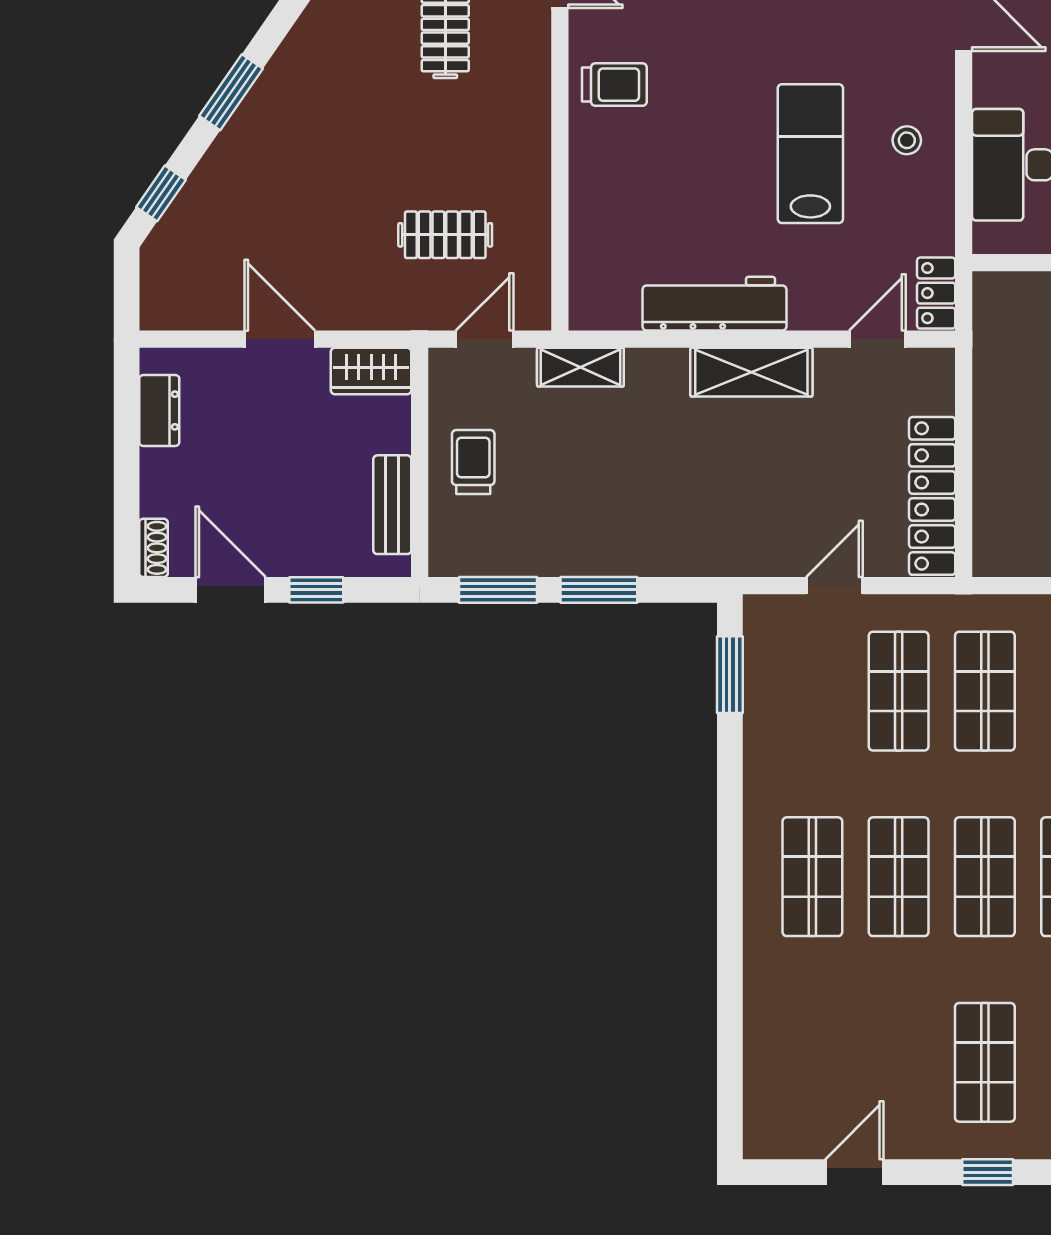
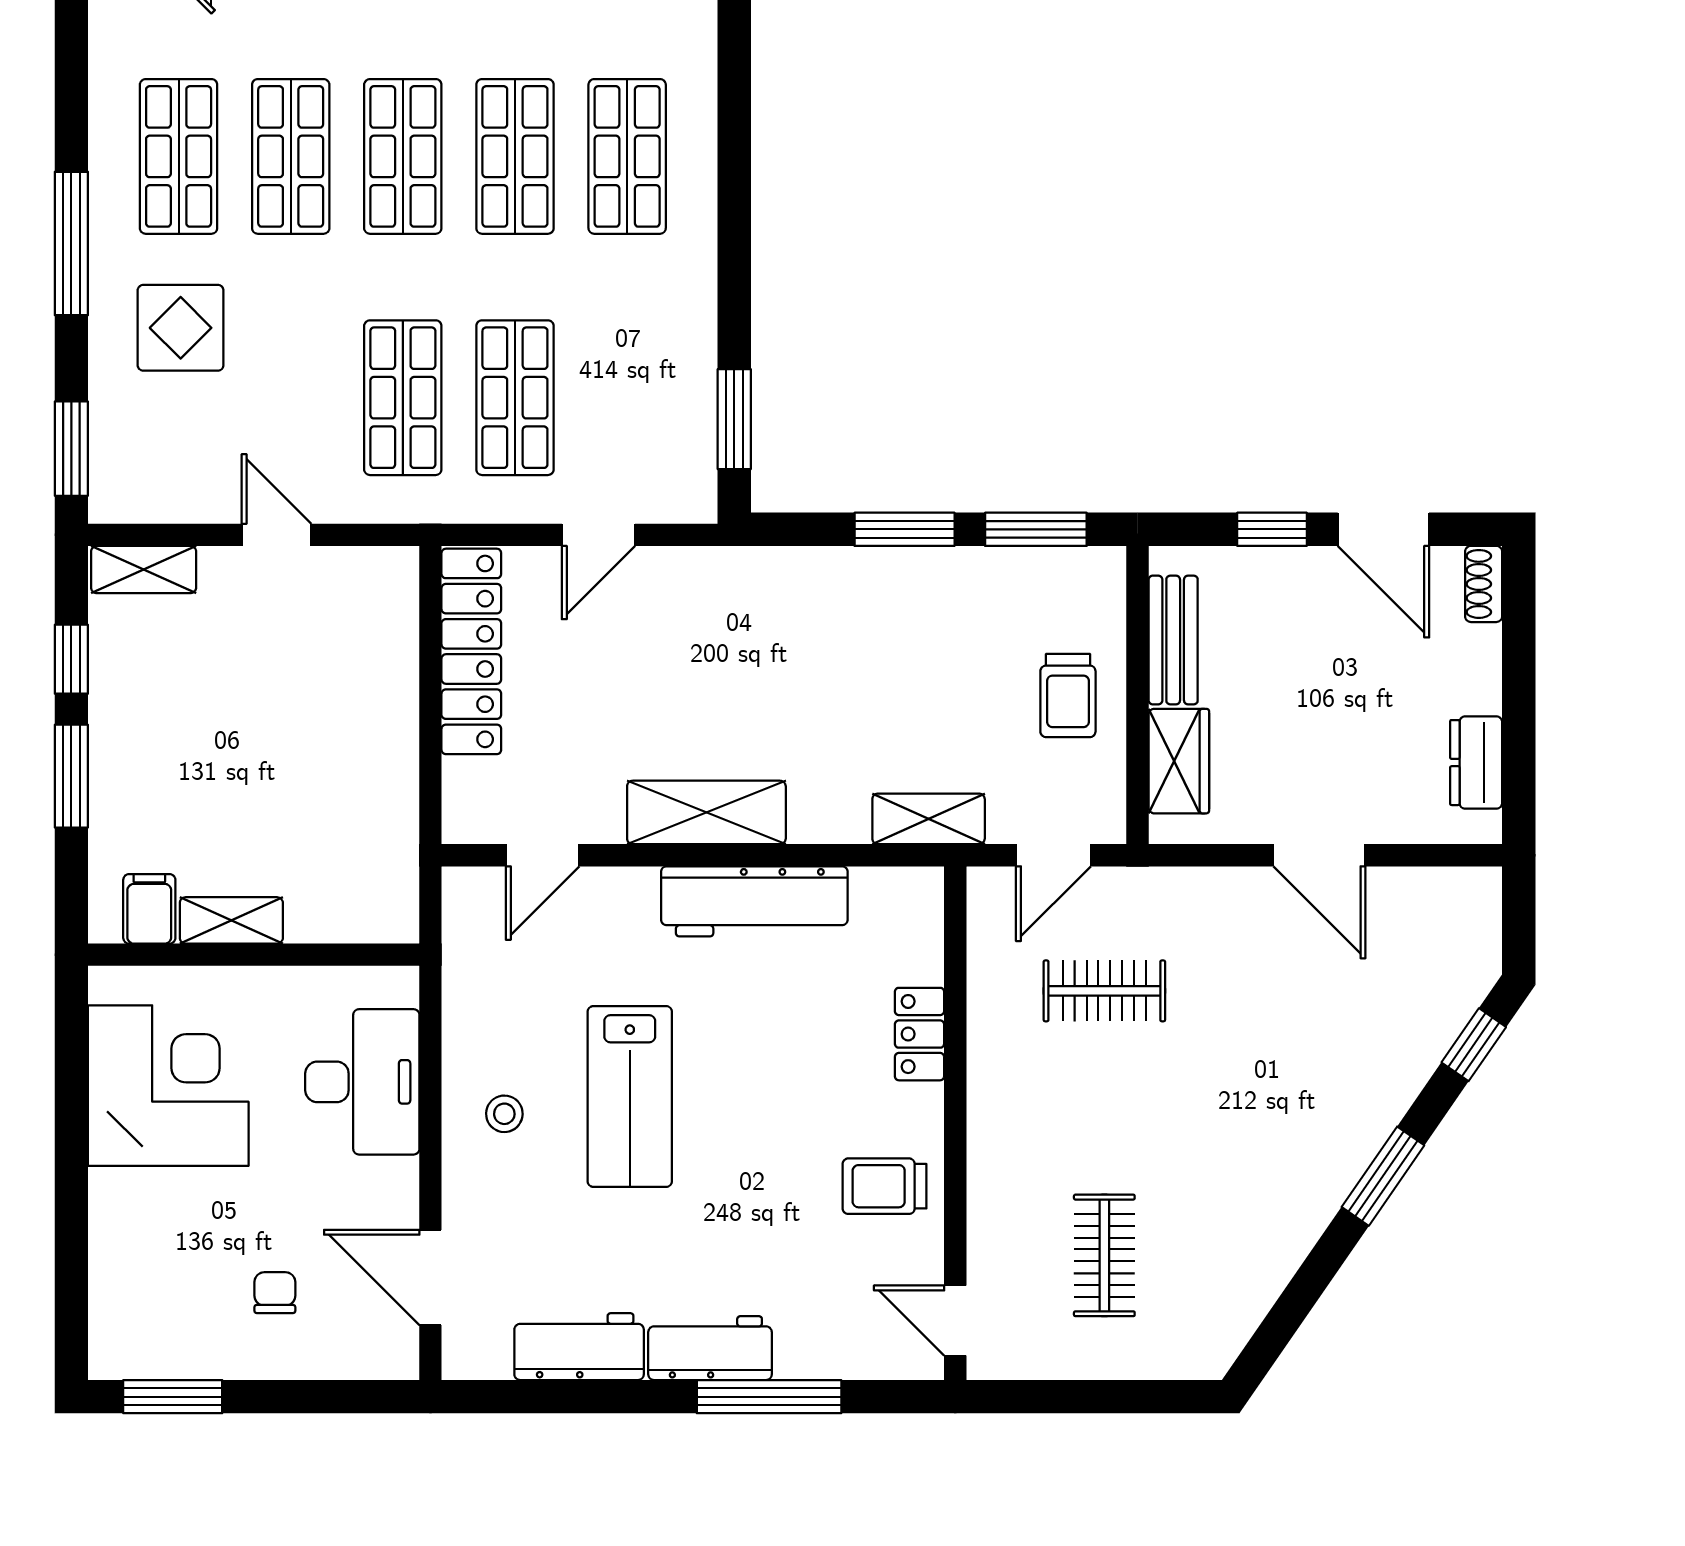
locker: (936, 293) -> (919, 1034), moved, turned 180
wardrobe: (371, 371) -> (1179, 761), moved, turned 90

